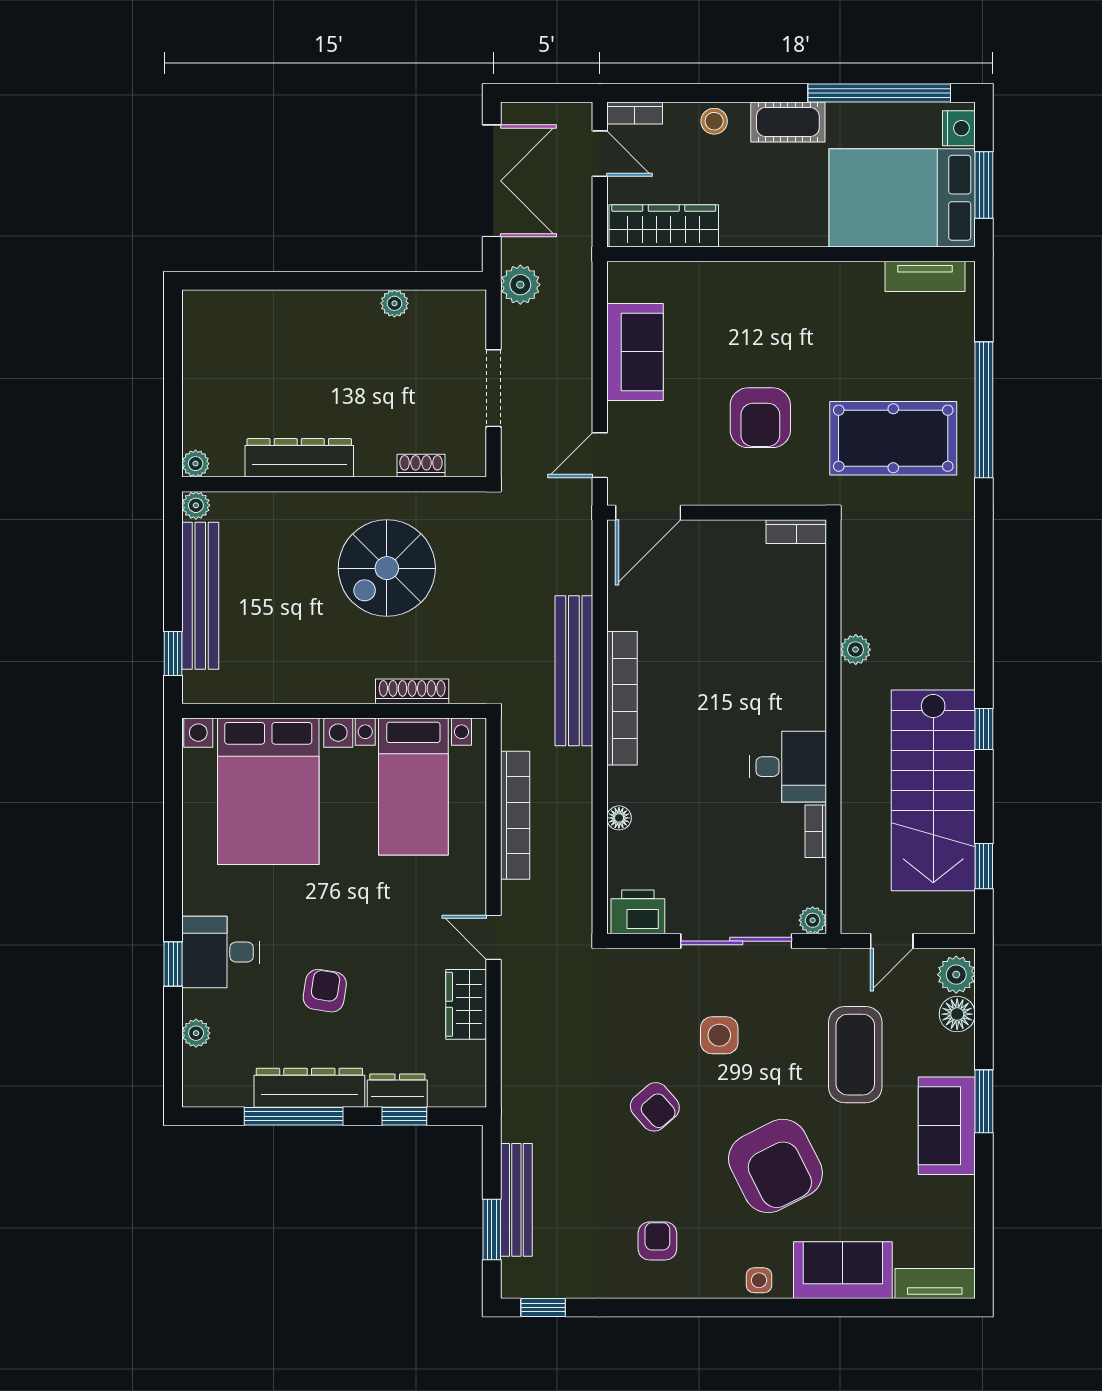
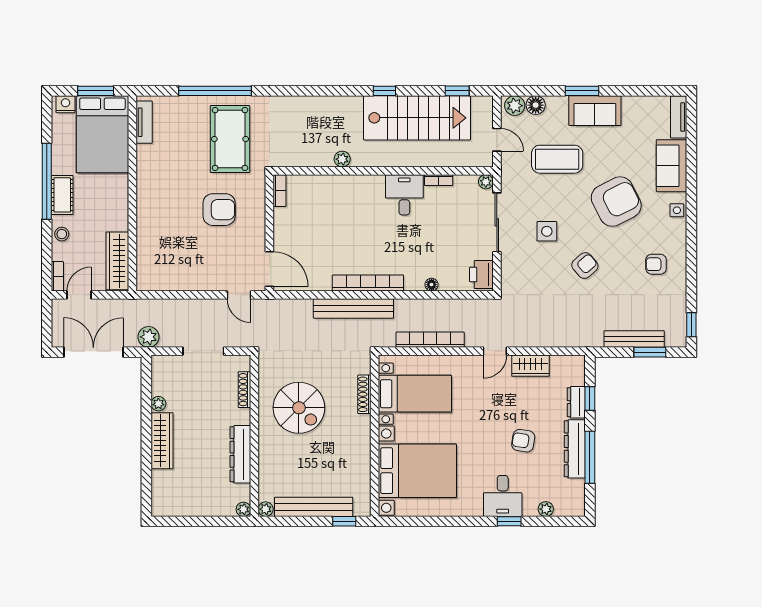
window: (879, 93) -> (47, 181), moved
wardrobe: (325, 310) -> (162, 441), added
sofa: (635, 352) -> (184, 276), removed
shoe rack: (421, 466) -> (245, 390), width x1.43

